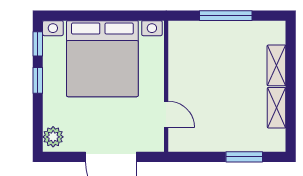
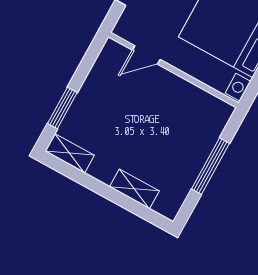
shelving: (277, 108) -> (70, 153), moved

